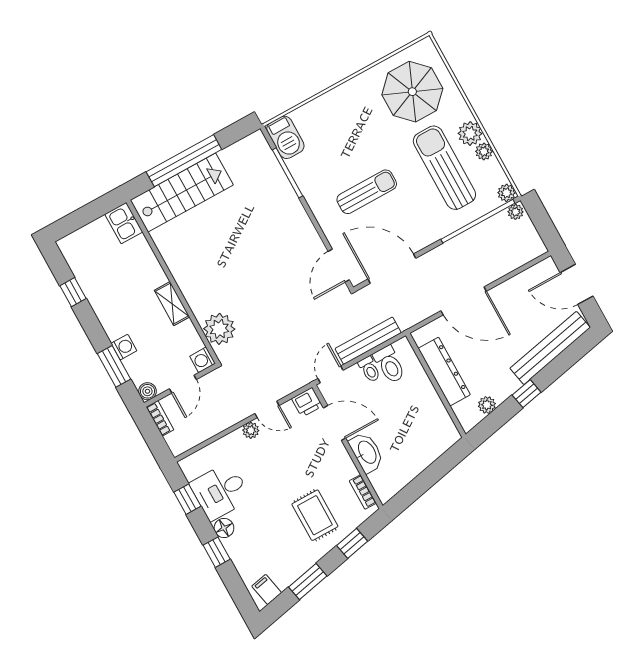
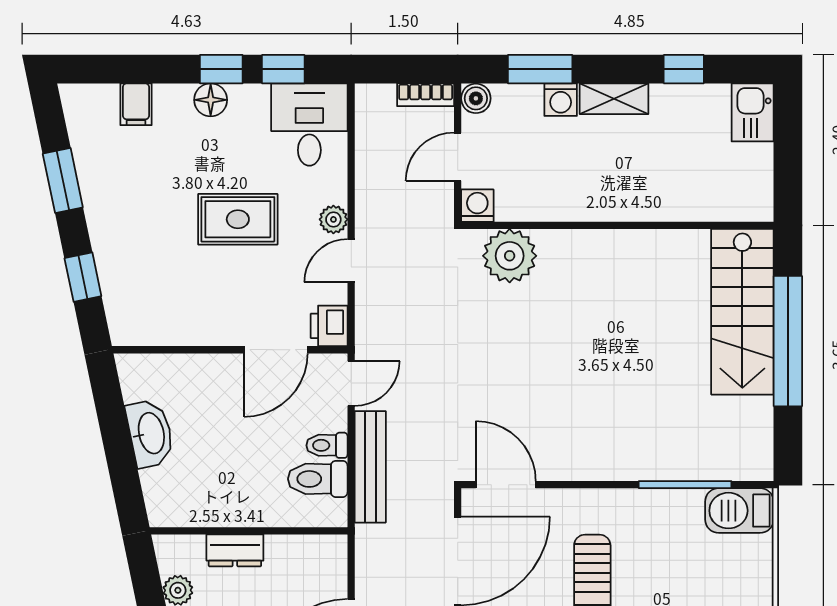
kitchen sink: (124, 223) -> (753, 112), moved, turned -90
shelving: (172, 304) -> (614, 99), moved
dresser: (444, 372) -> (235, 550), width x0.51, depth x0.80
door: (331, 374) -> (351, 383), hinge flipped
door: (183, 384) -> (458, 157), hinge flipped
washbasin: (367, 452) -> (150, 433), moved, turned -102
desk: (220, 491) -> (309, 125), moved
bookcase: (363, 492) -> (150, 335), removed
rug: (315, 515) -> (238, 219), moved
window: (217, 552) -> (221, 69), moved
filing cabinet: (267, 589) -> (136, 104), moved, turned 102

